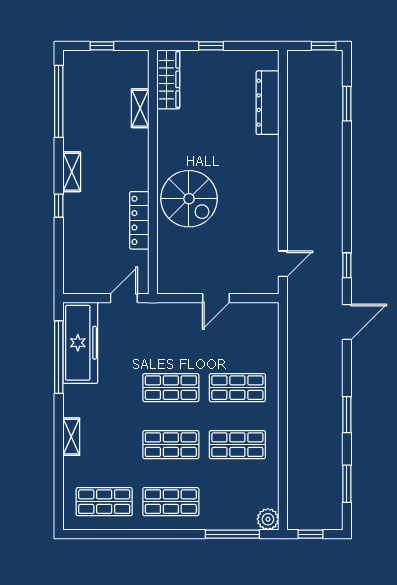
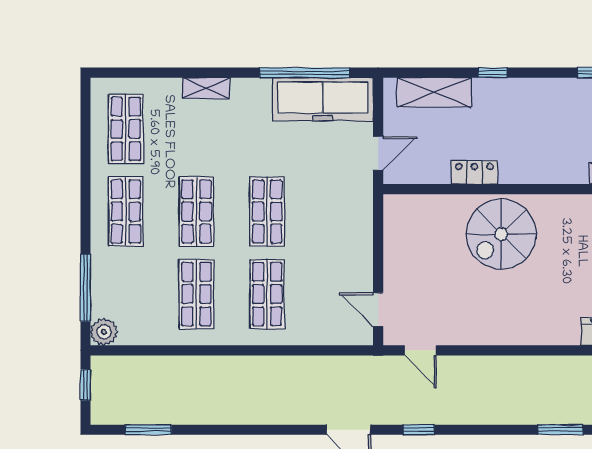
shelving: (72, 172) -> (434, 92), moved, width x1.50, depth x1.33
locker: (139, 220) -> (474, 172), width x0.66
door: (124, 298) -> (378, 153), hinge flipped
door: (216, 298) -> (378, 310), moved
window: (347, 415) -> (560, 430), moved

